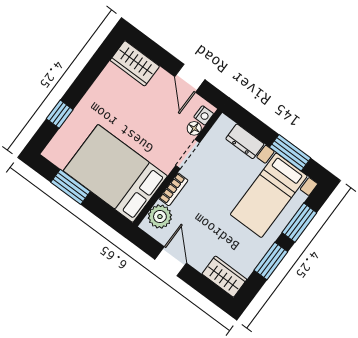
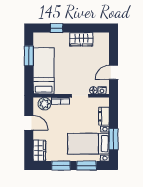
wardrobe: (135, 63) -> (81, 39), moved, turned -90
bed: (115, 173) -> (44, 71), width x0.67
door: (171, 261) -> (29, 123), hinge flipped

